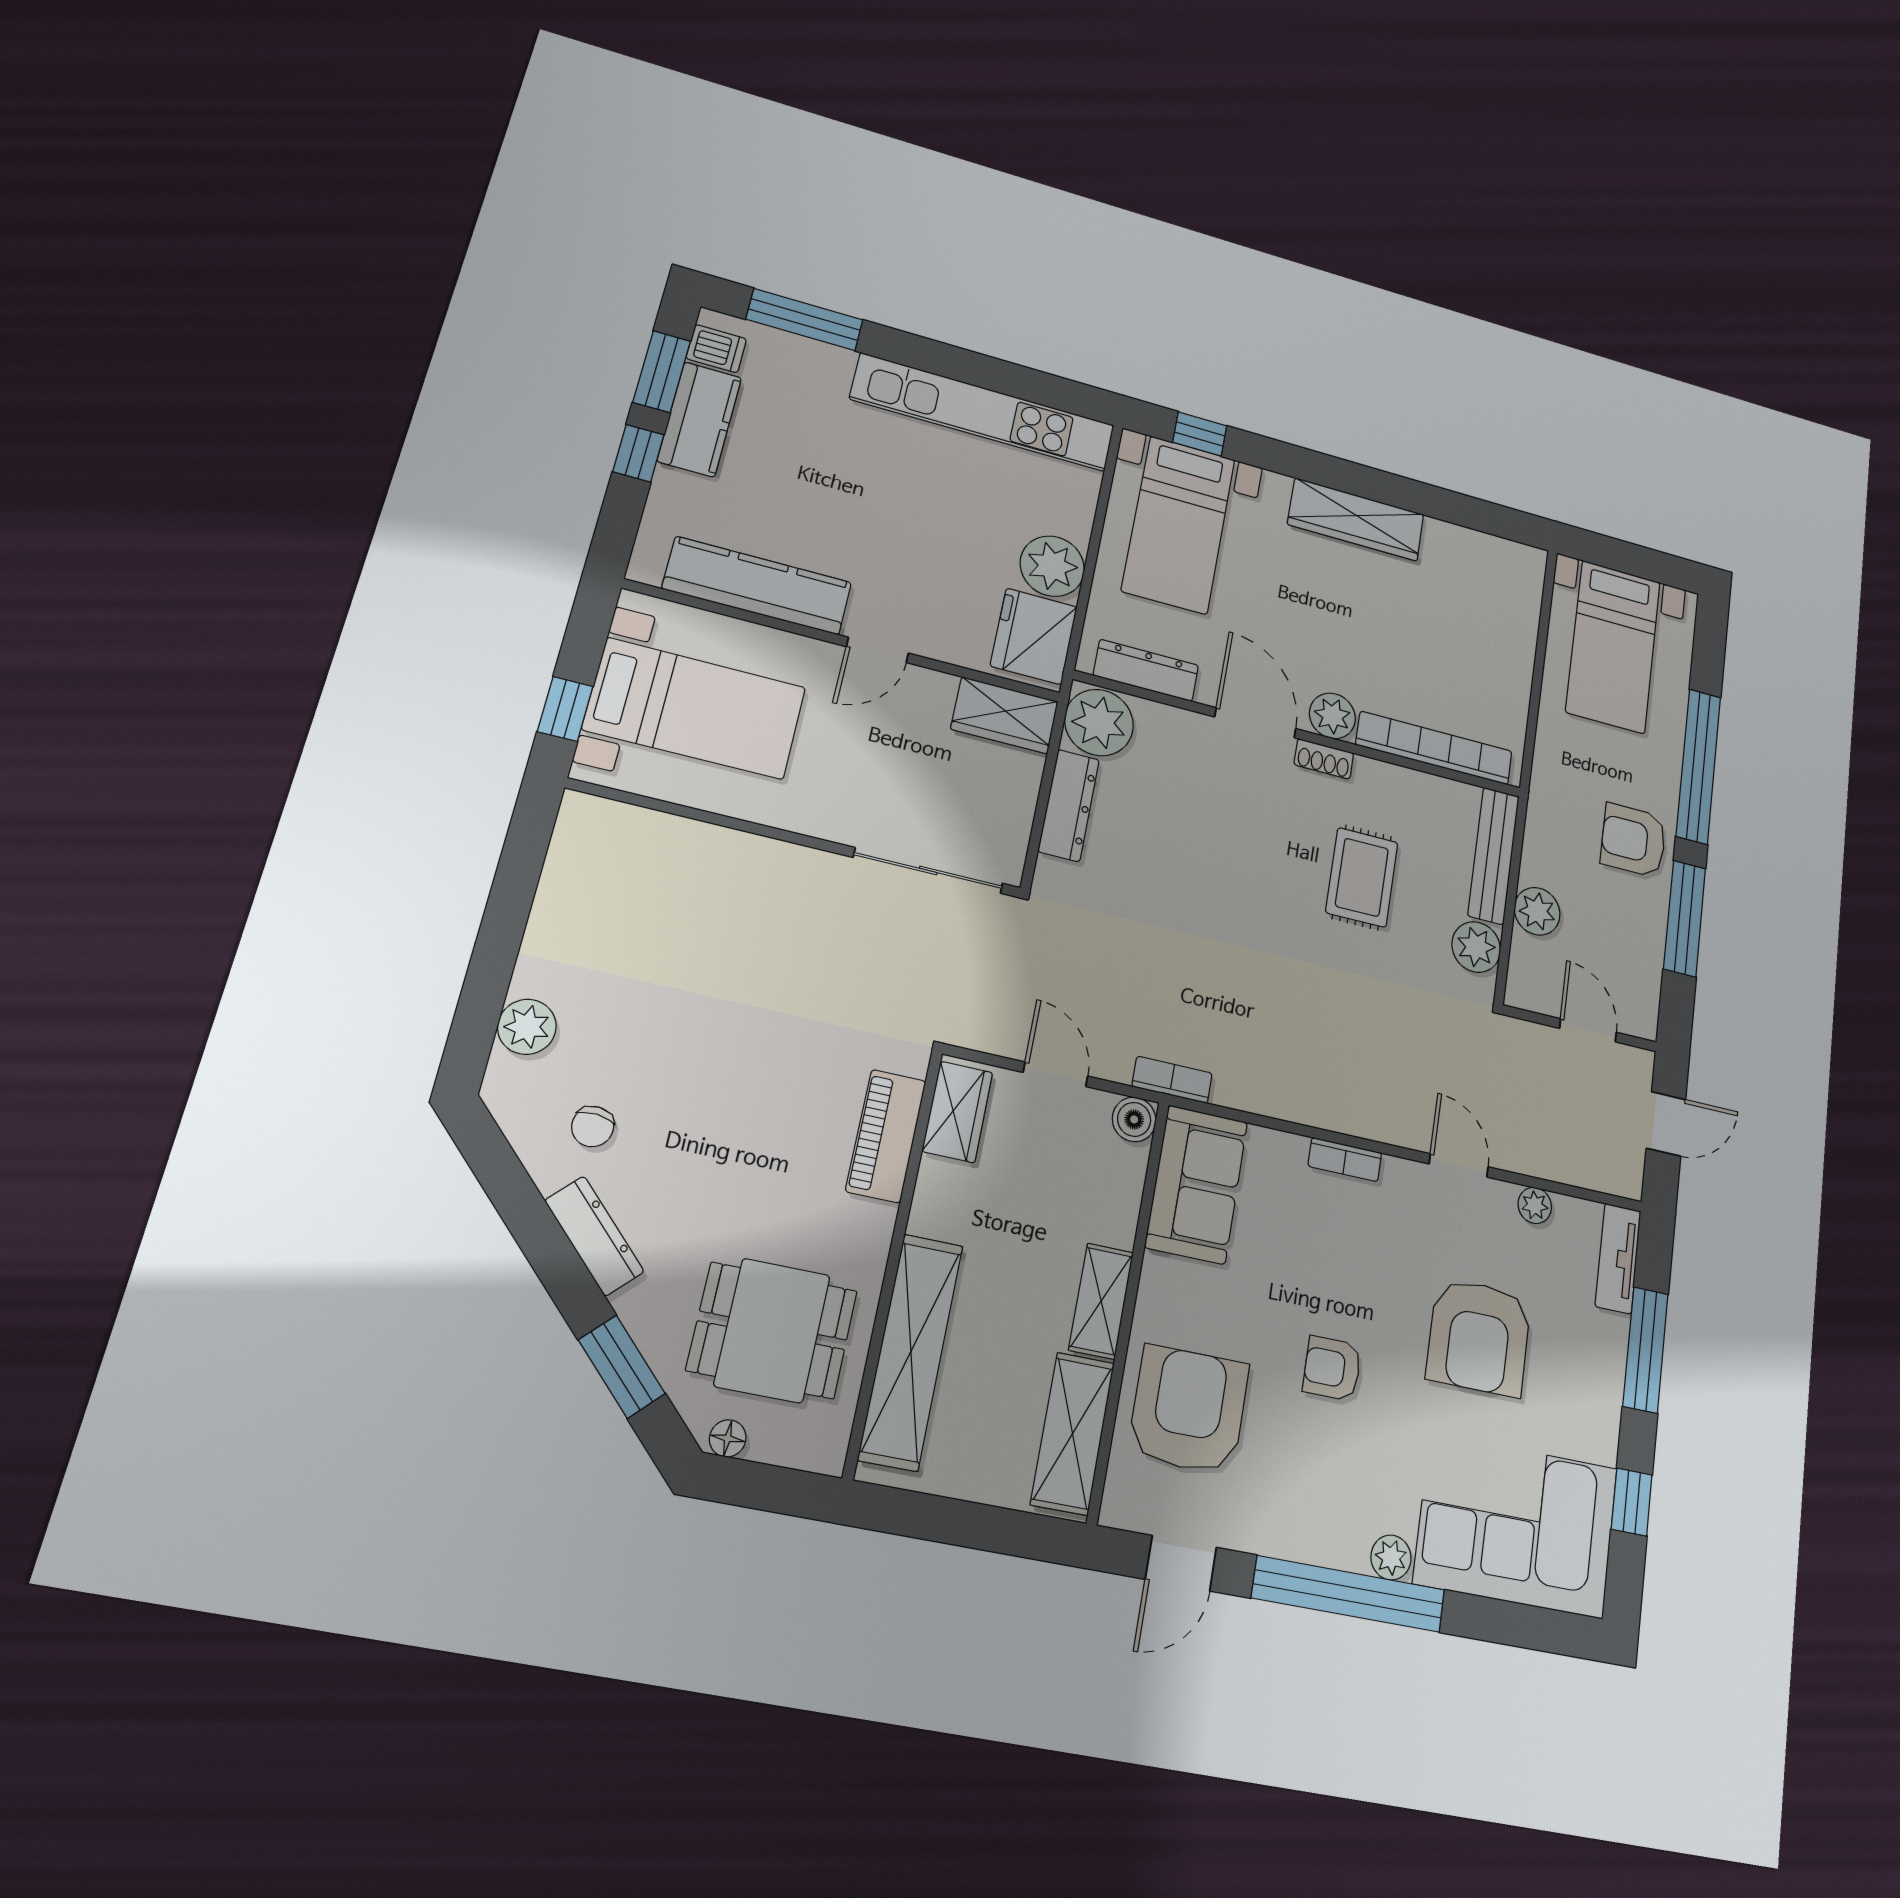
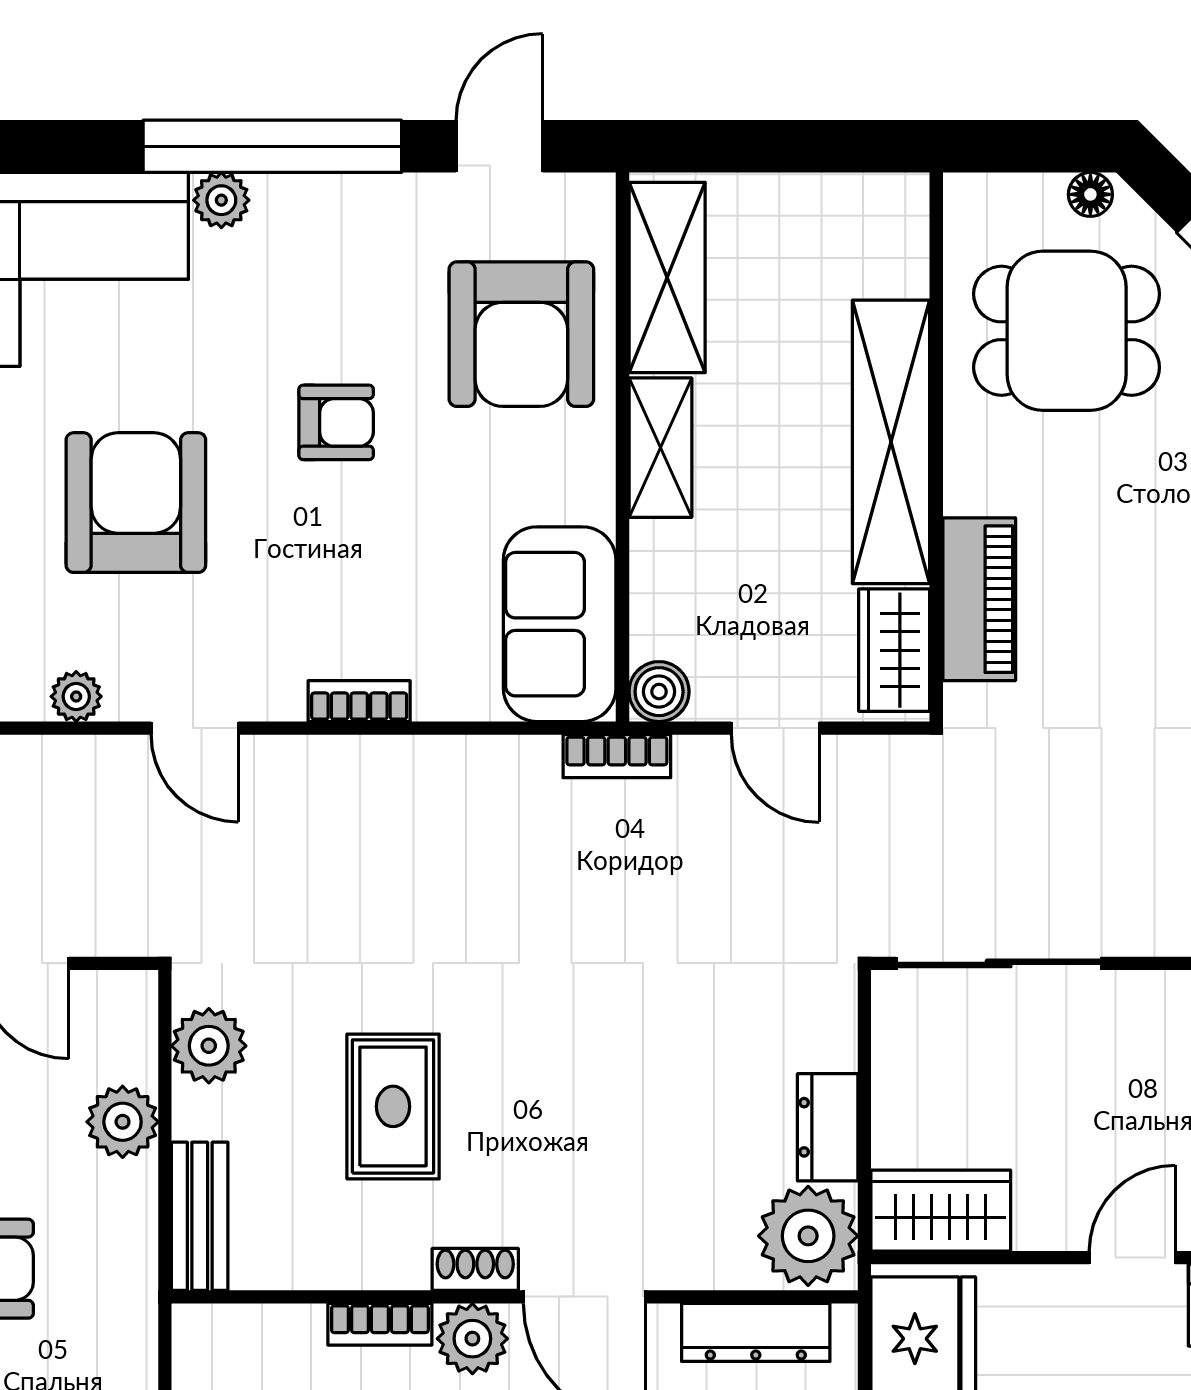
bookcase: (1434, 748) -> (380, 1324), width x0.43, depth x0.76
dresser: (1069, 805) -> (828, 1127), width x0.70
bench: (1494, 856) -> (200, 1216), width x0.73
shelving: (911, 1351) -> (891, 442), moved

